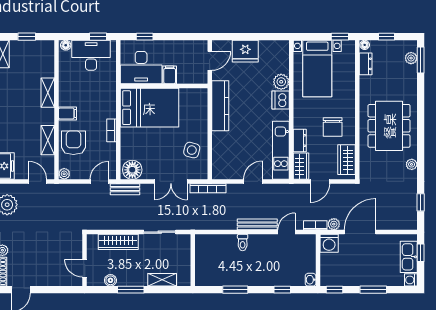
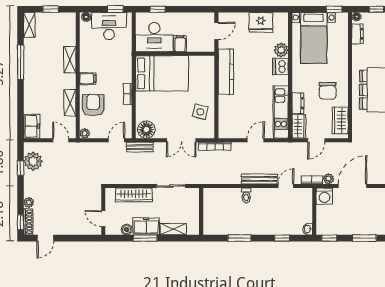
fridge: (245, 51) -> (261, 22), moved
freezer: (132, 277) -> (146, 226), added

